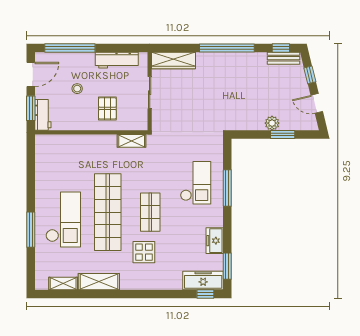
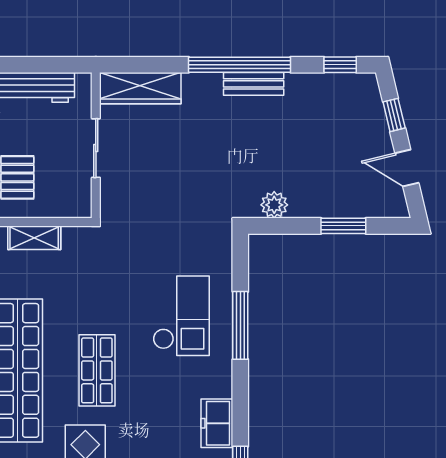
bench: (284, 58) -> (254, 84), moved
plant: (272, 123) -> (274, 205), moved
shelving: (132, 141) -> (34, 238), moved

